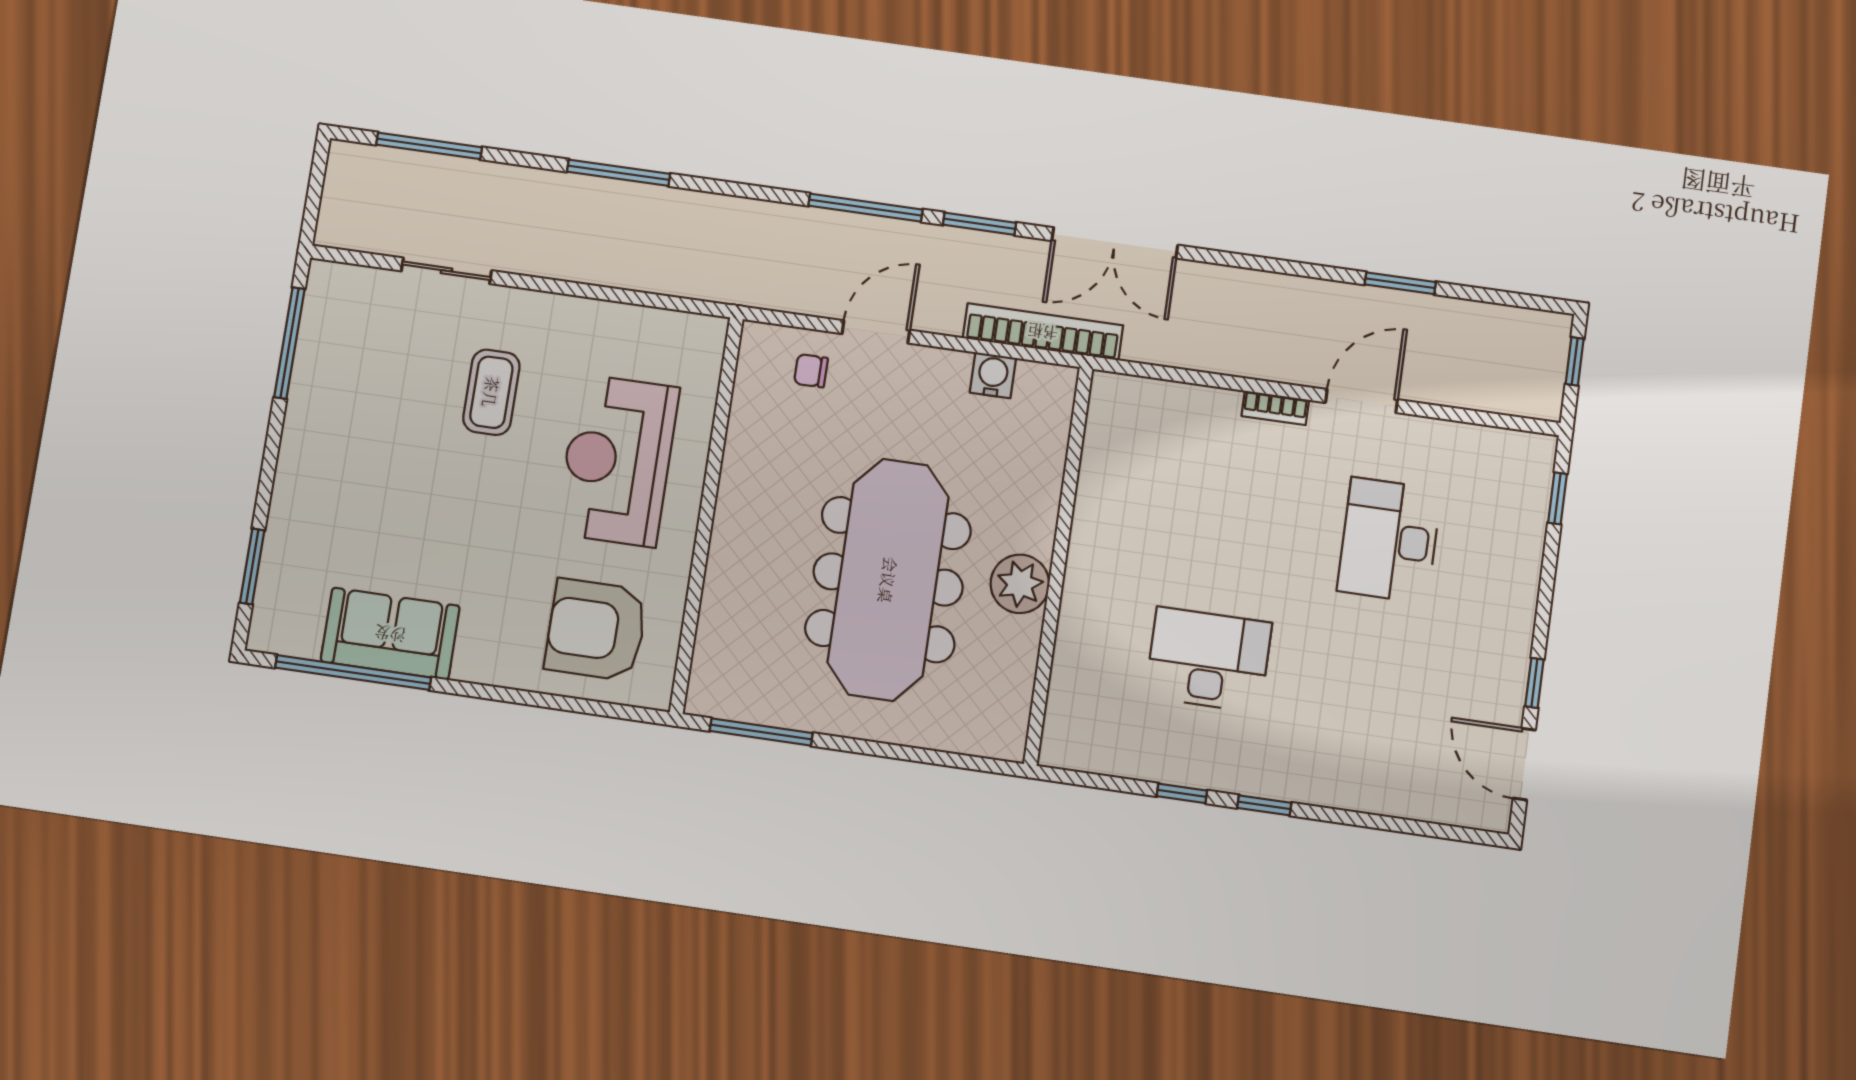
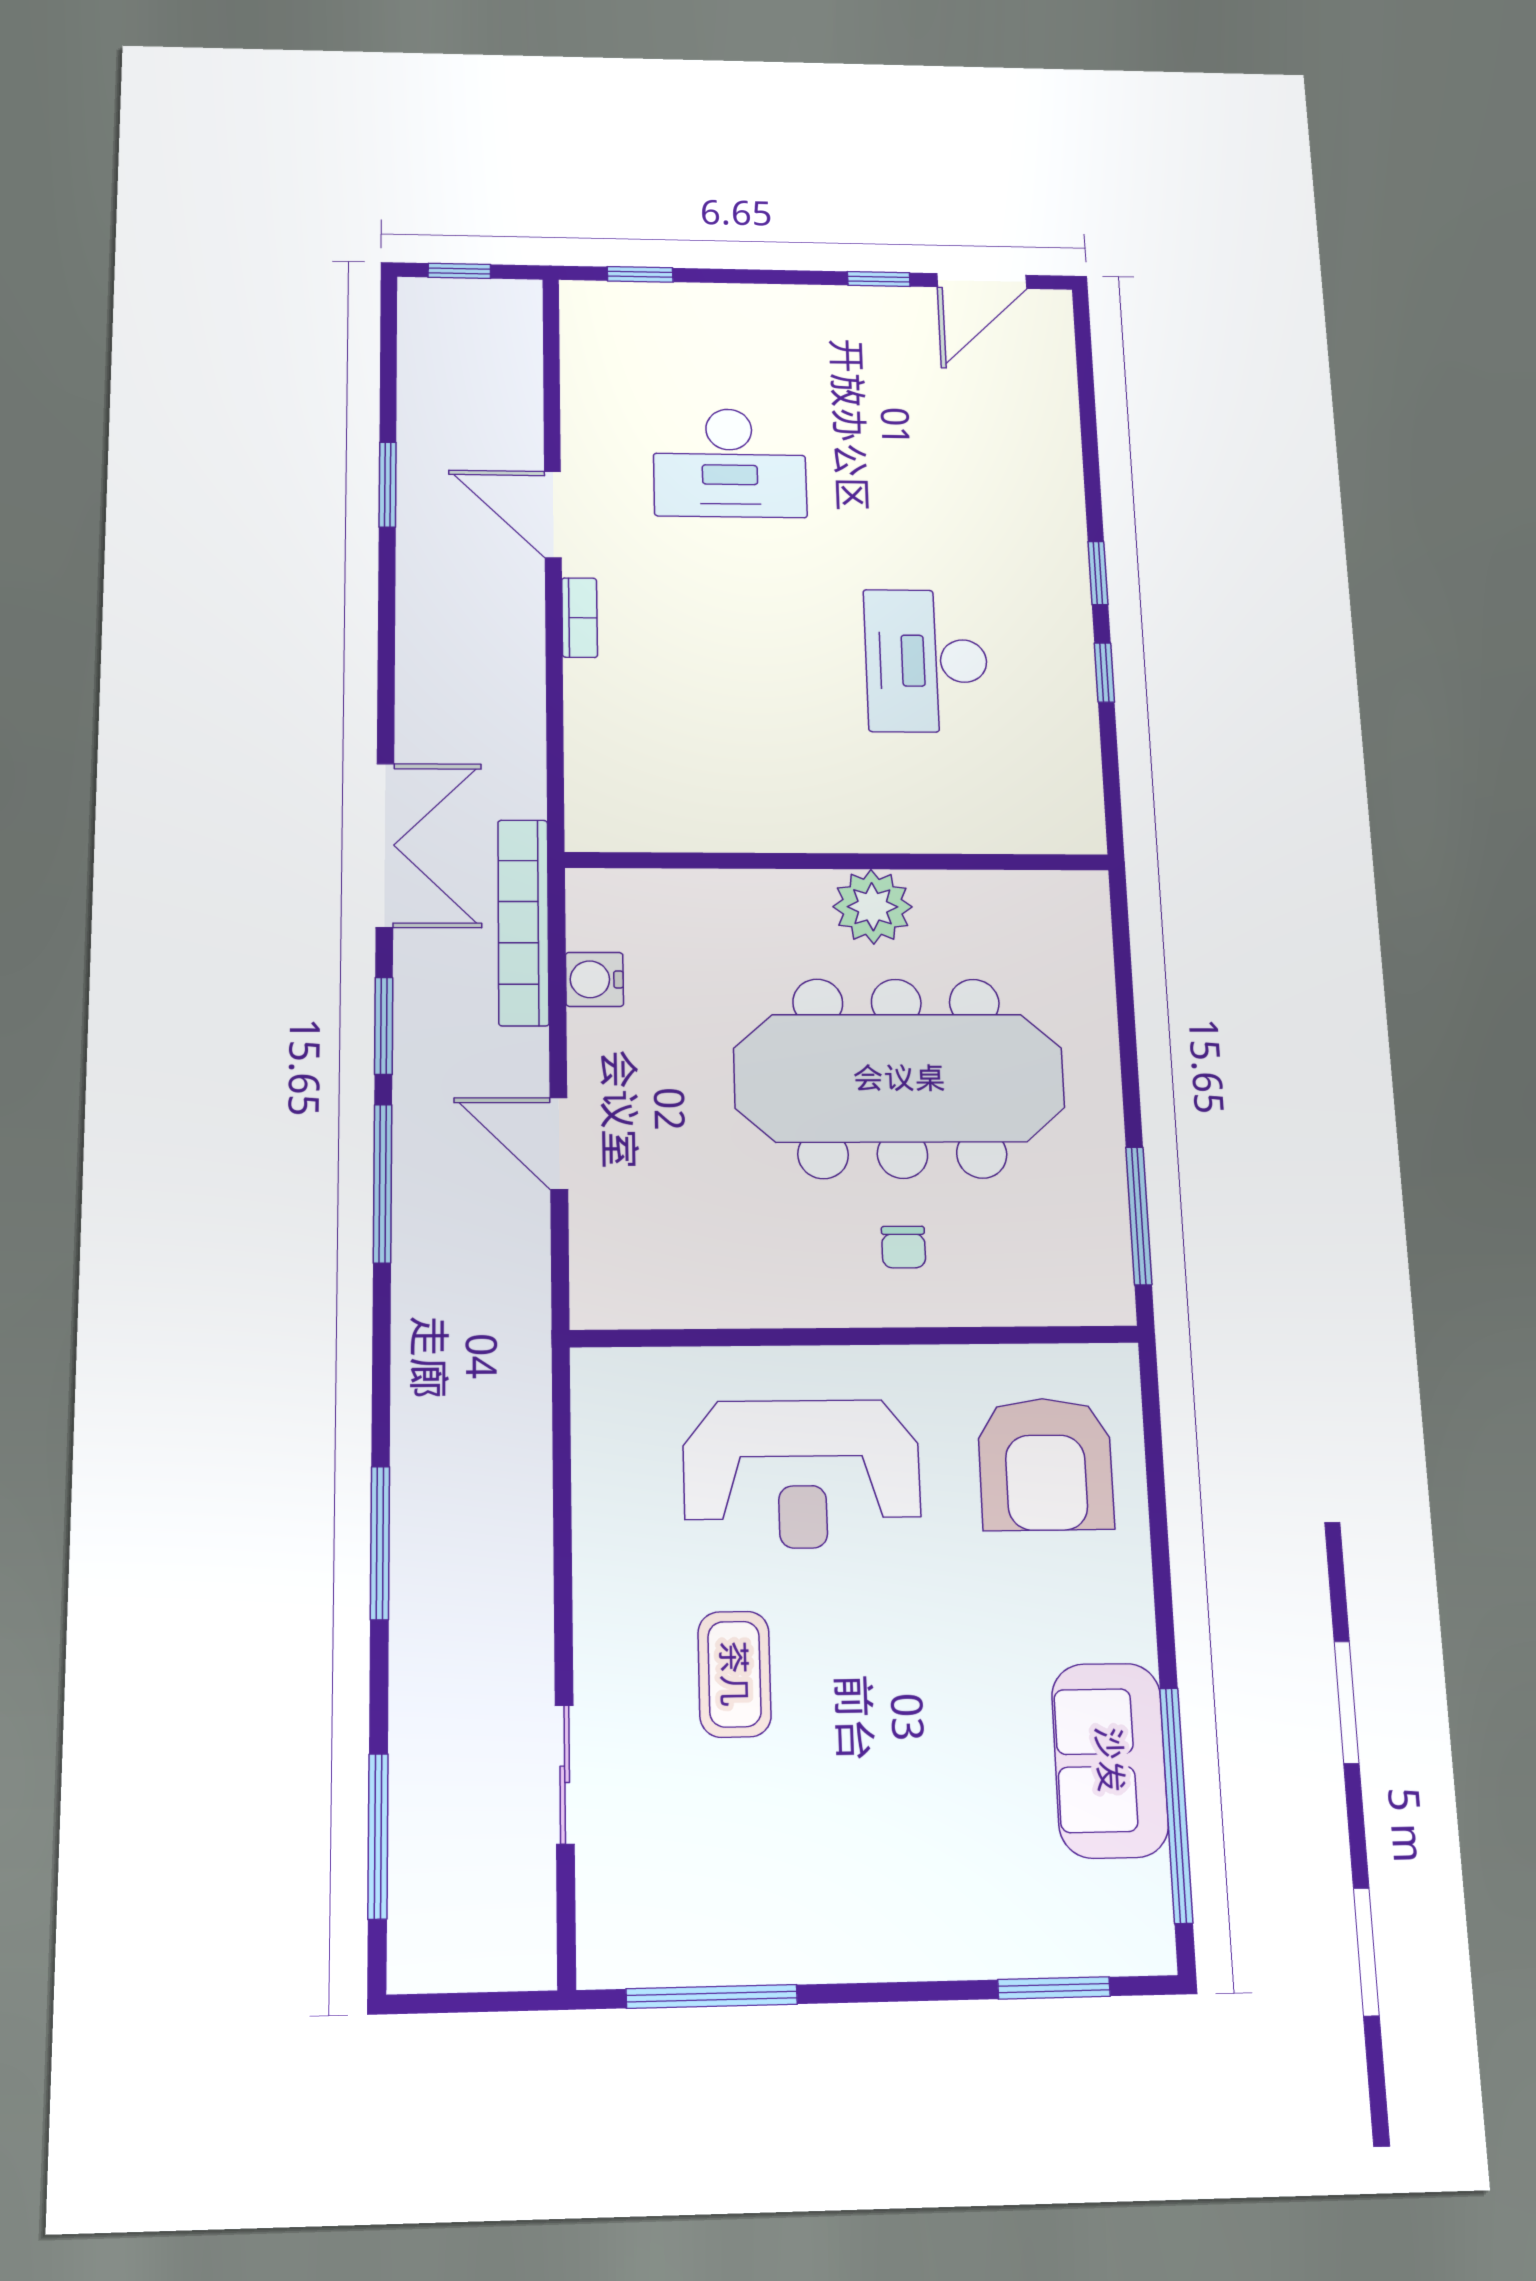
chair: (811, 371) -> (904, 1247), moved
coffee table: (491, 392) -> (734, 1674), turned 90

